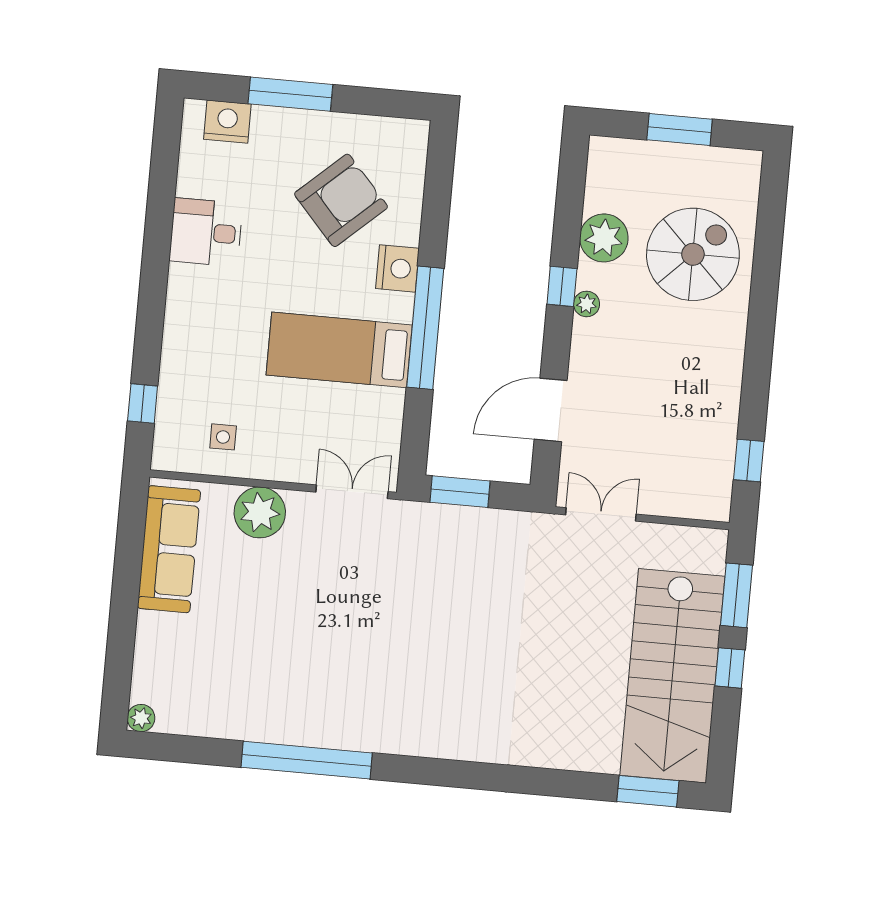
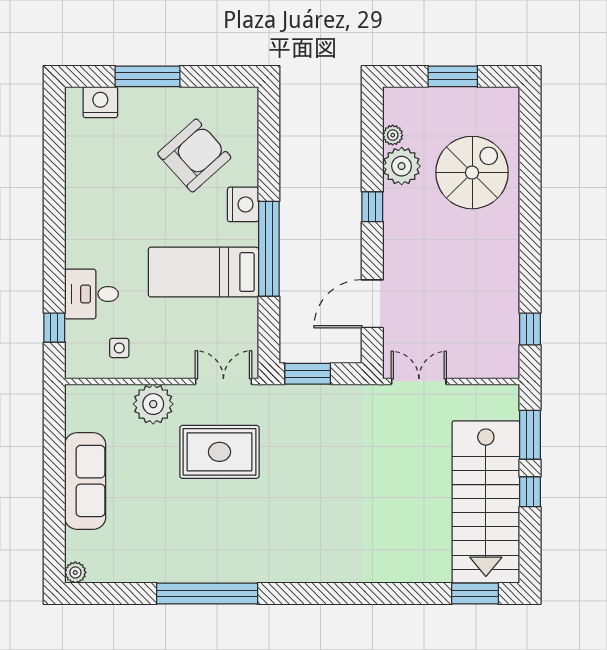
desk: (206, 232) -> (91, 294), moved
plant: (587, 304) -> (393, 135), moved
sofa: (169, 549) -> (85, 481), moved
rug: (339, 581) -> (220, 452), added

